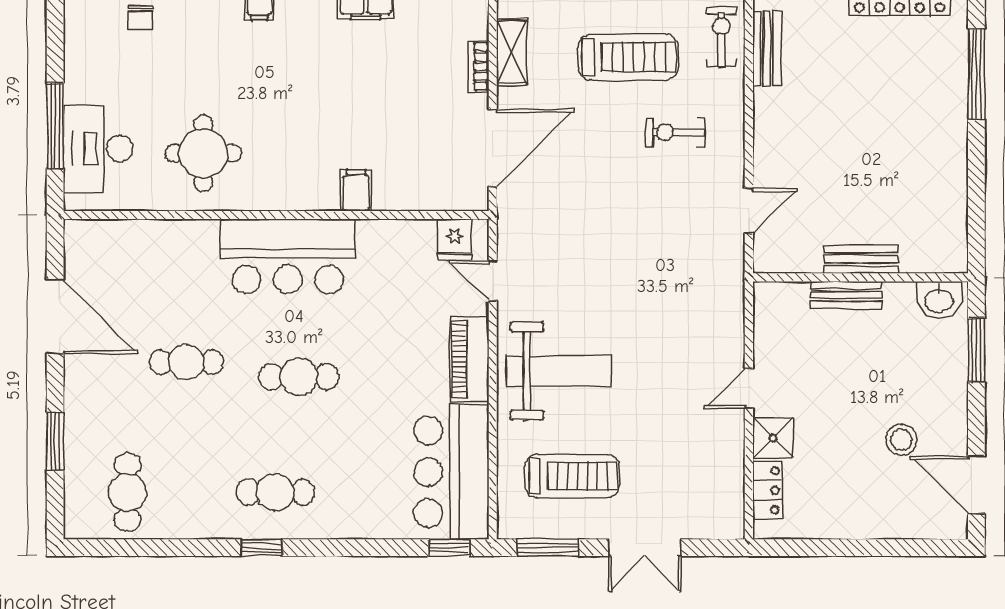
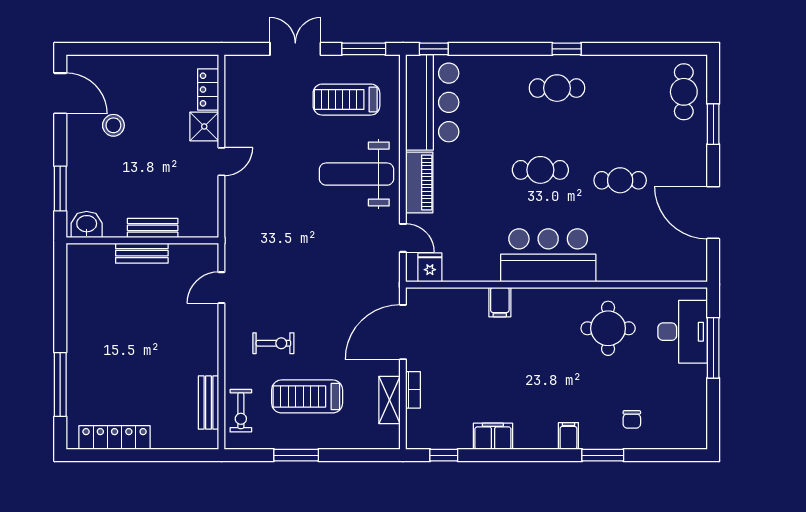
chair: (141, 18) -> (632, 419), moved, turned 180
cafe table: (127, 492) -> (684, 92), moved

